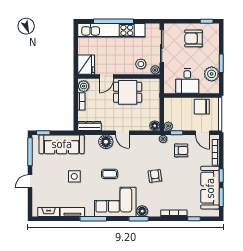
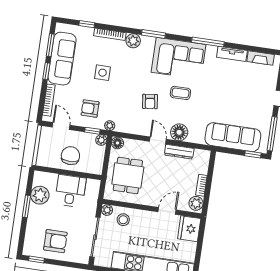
dining table: (128, 92) -> (128, 175), moved, turned 90
chair: (202, 107) -> (70, 156), moved, turned -90
dresser: (90, 126) -> (179, 152), moved
side table: (74, 176) -> (103, 73), moved
armchair: (155, 176) -> (150, 101), moved
floor lamp: (142, 211) -> (148, 42), removed
plant: (154, 211) -> (133, 41), added

